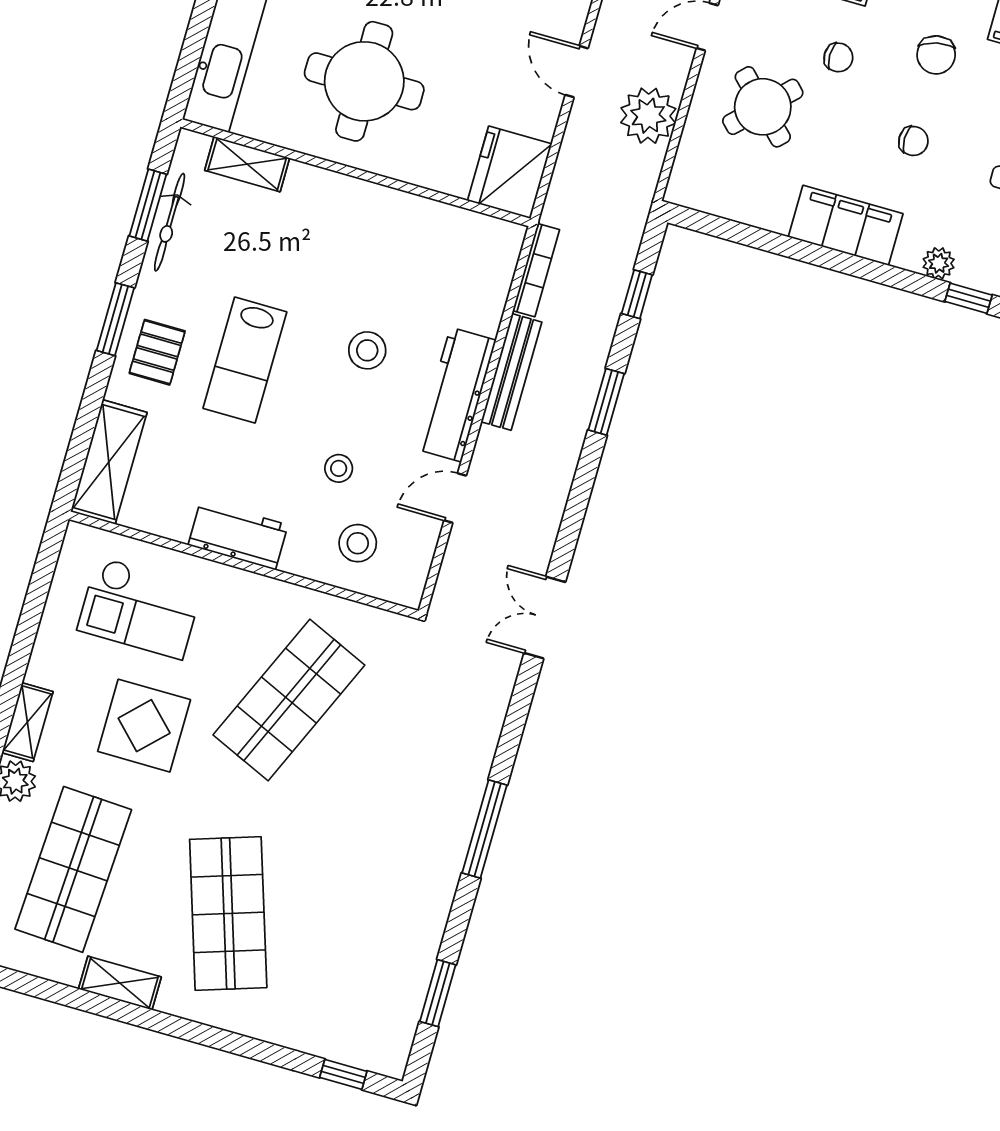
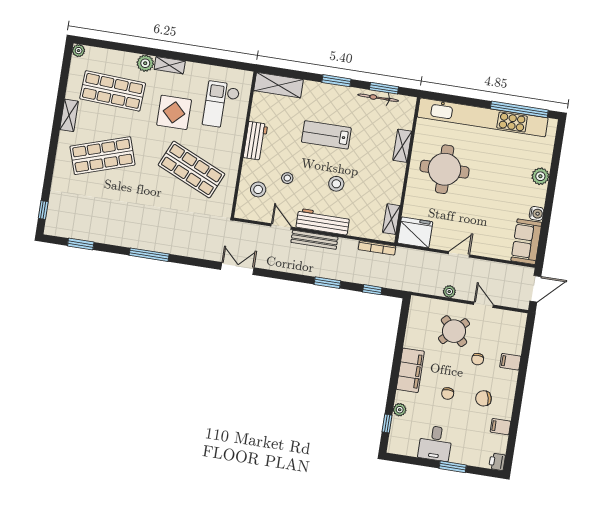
plant: (648, 116) -> (449, 292), width x0.53, depth x0.53
shelving: (247, 164) -> (402, 146), moved
shelving: (470, 226) -> (391, 219), added
pallet: (157, 352) -> (325, 99), removed
bench: (511, 372) -> (314, 240), moved

